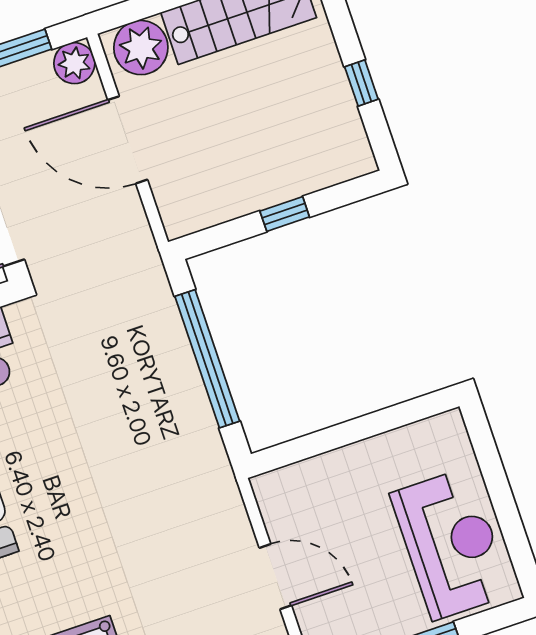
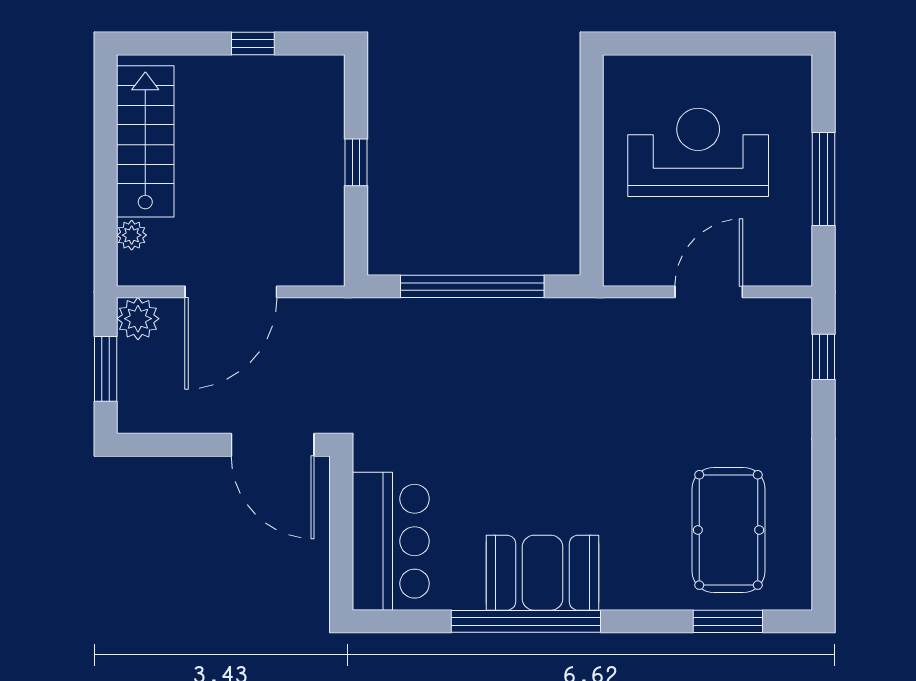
plant: (141, 48) -> (132, 235), width x0.53, depth x0.53
reception desk: (451, 544) -> (698, 152), moved

